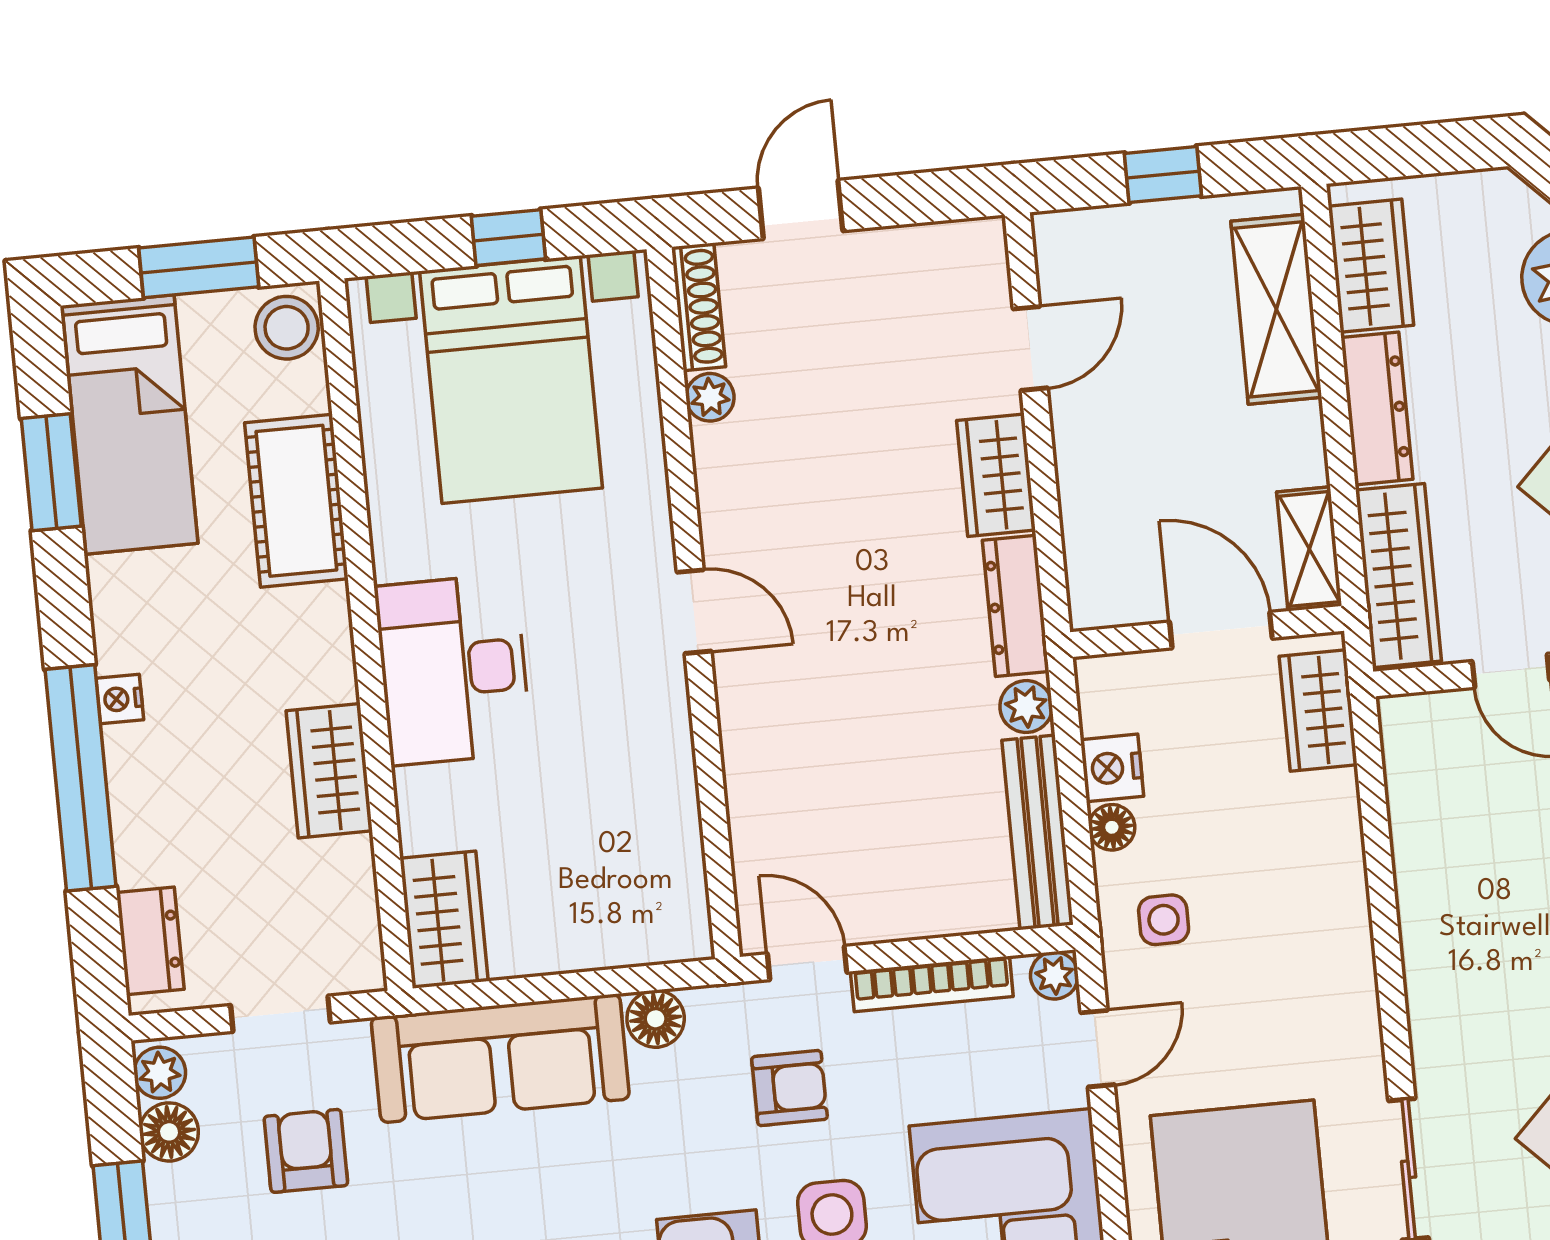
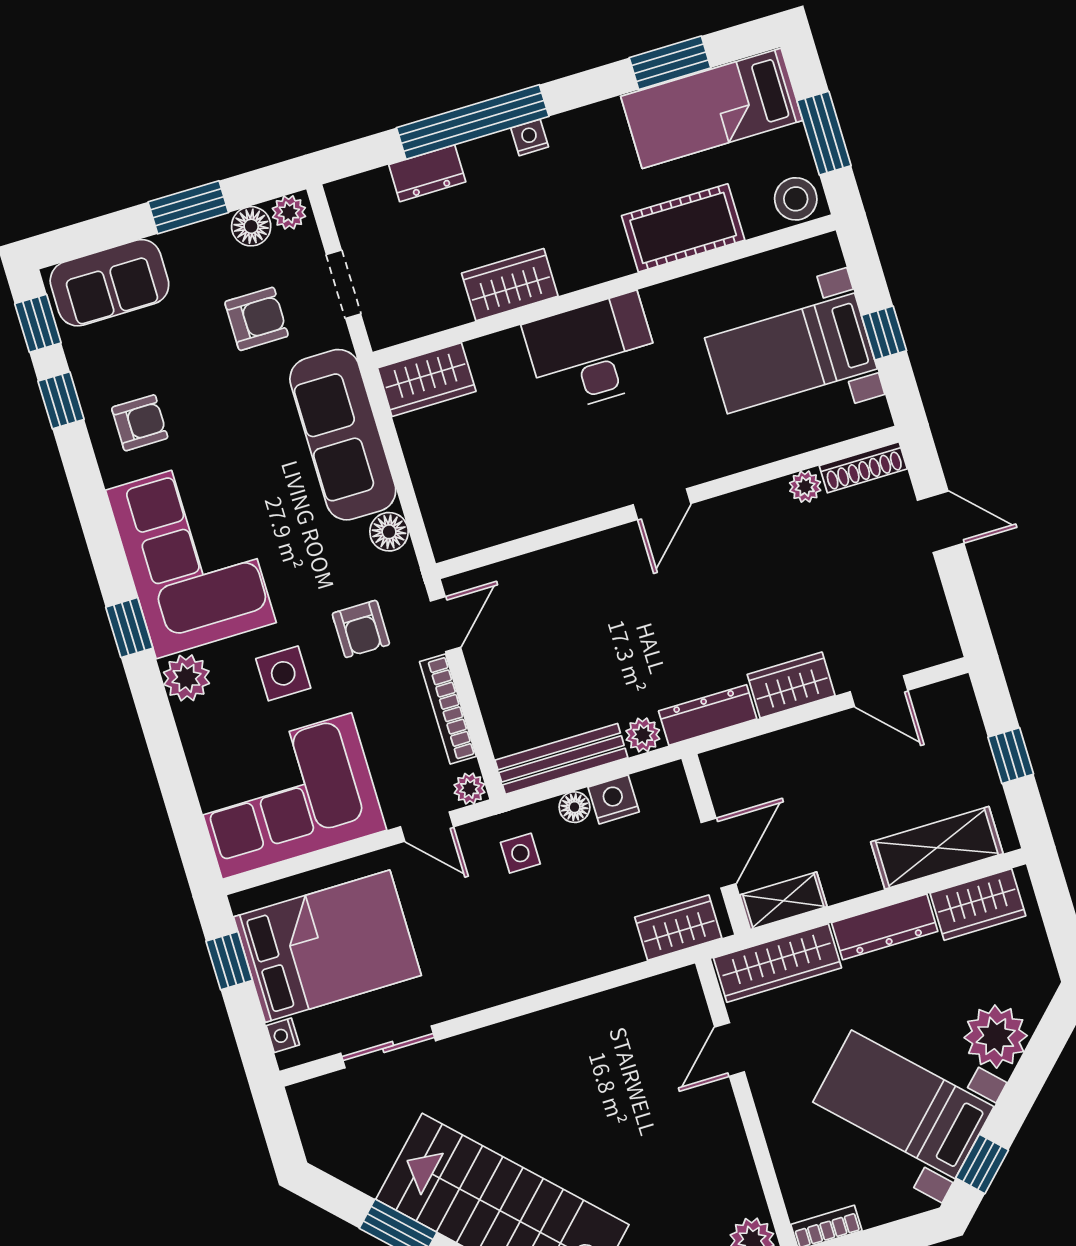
bed with nightstands: (511, 380) -> (791, 353), width x0.73
dresser: (150, 941) -> (427, 173), moved

